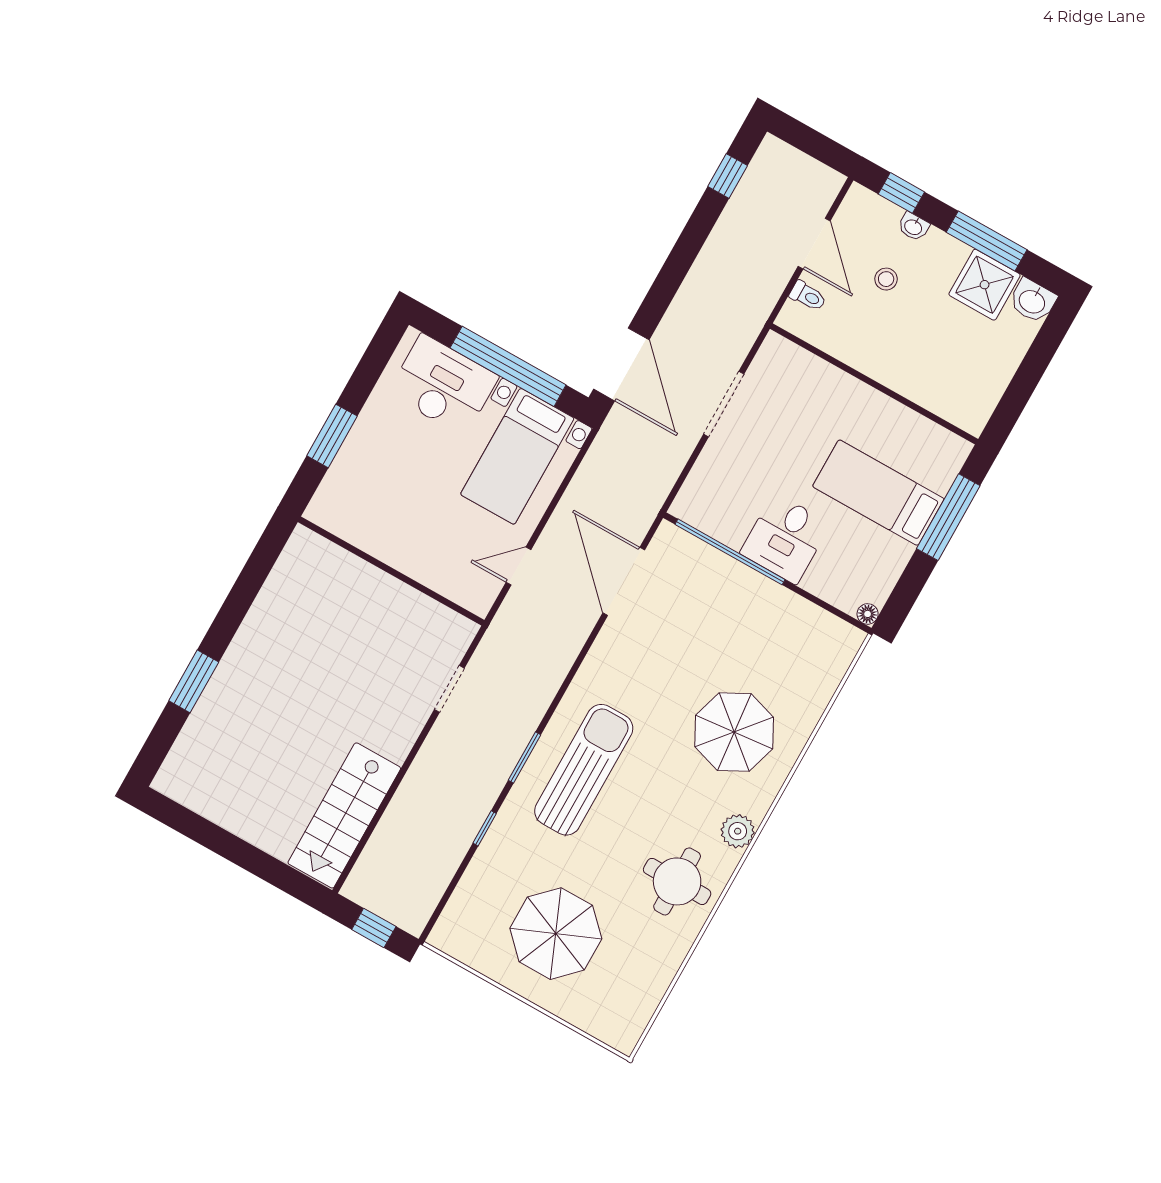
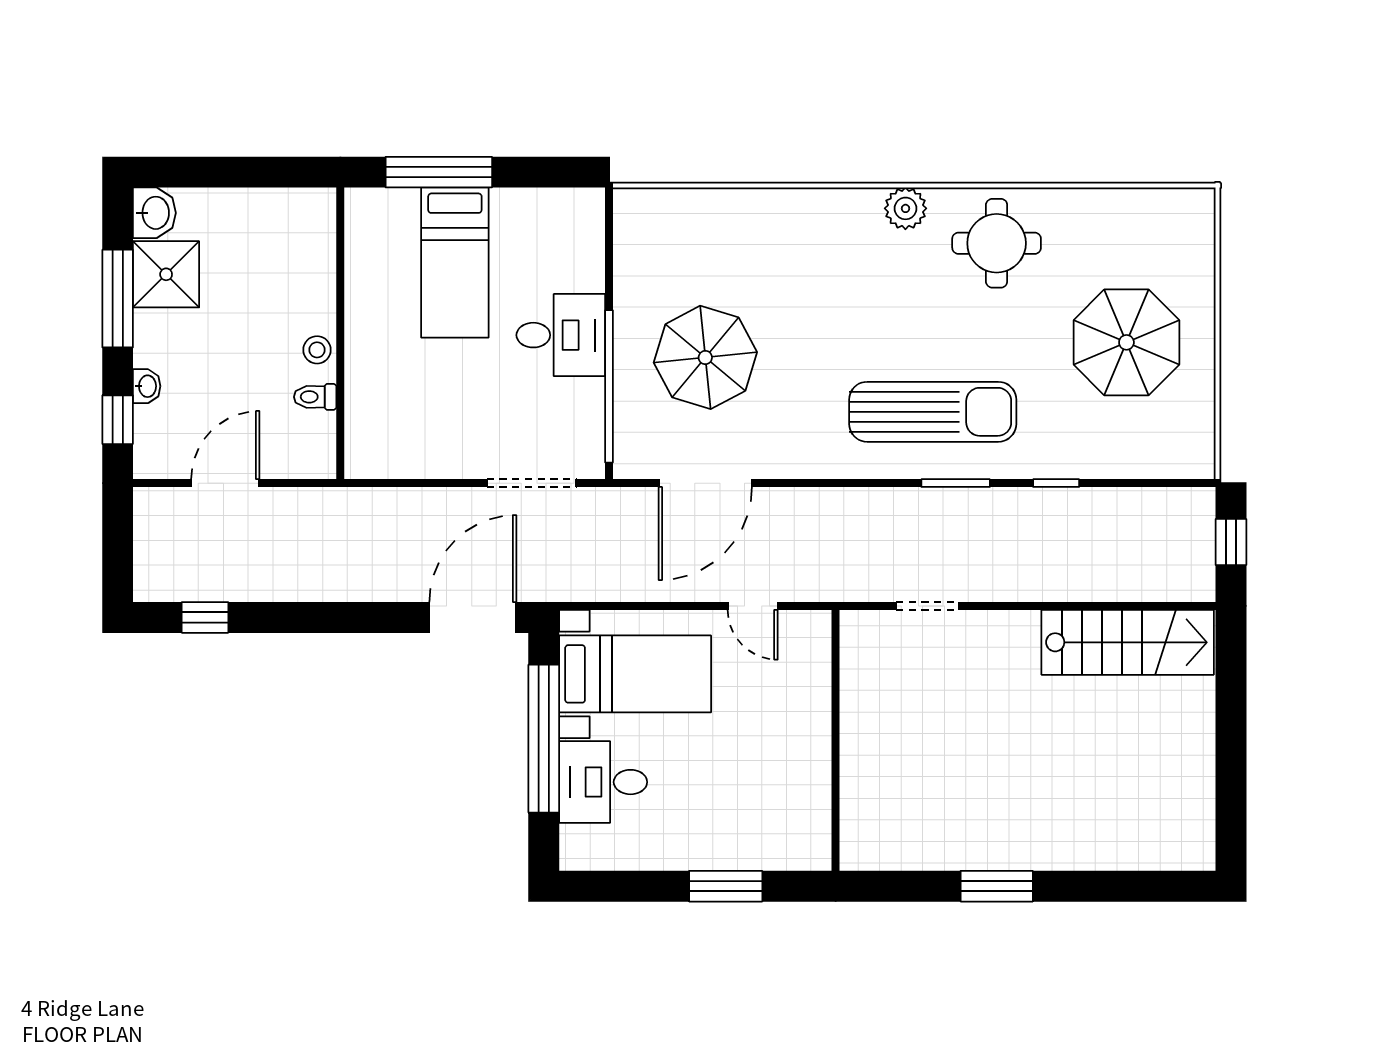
stool: (886, 279) -> (317, 350), moved
toilet: (808, 296) -> (315, 397), moved, turned -90
desk: (443, 385) -> (603, 782), width x0.73
doorway: (724, 404) -> (531, 483), moved
floor lamp: (868, 614) -> (592, 200), removed
window: (194, 681) -> (997, 886), moved
parasol: (734, 732) -> (705, 357), moved
sun lounger: (584, 770) -> (933, 412), turned 180

